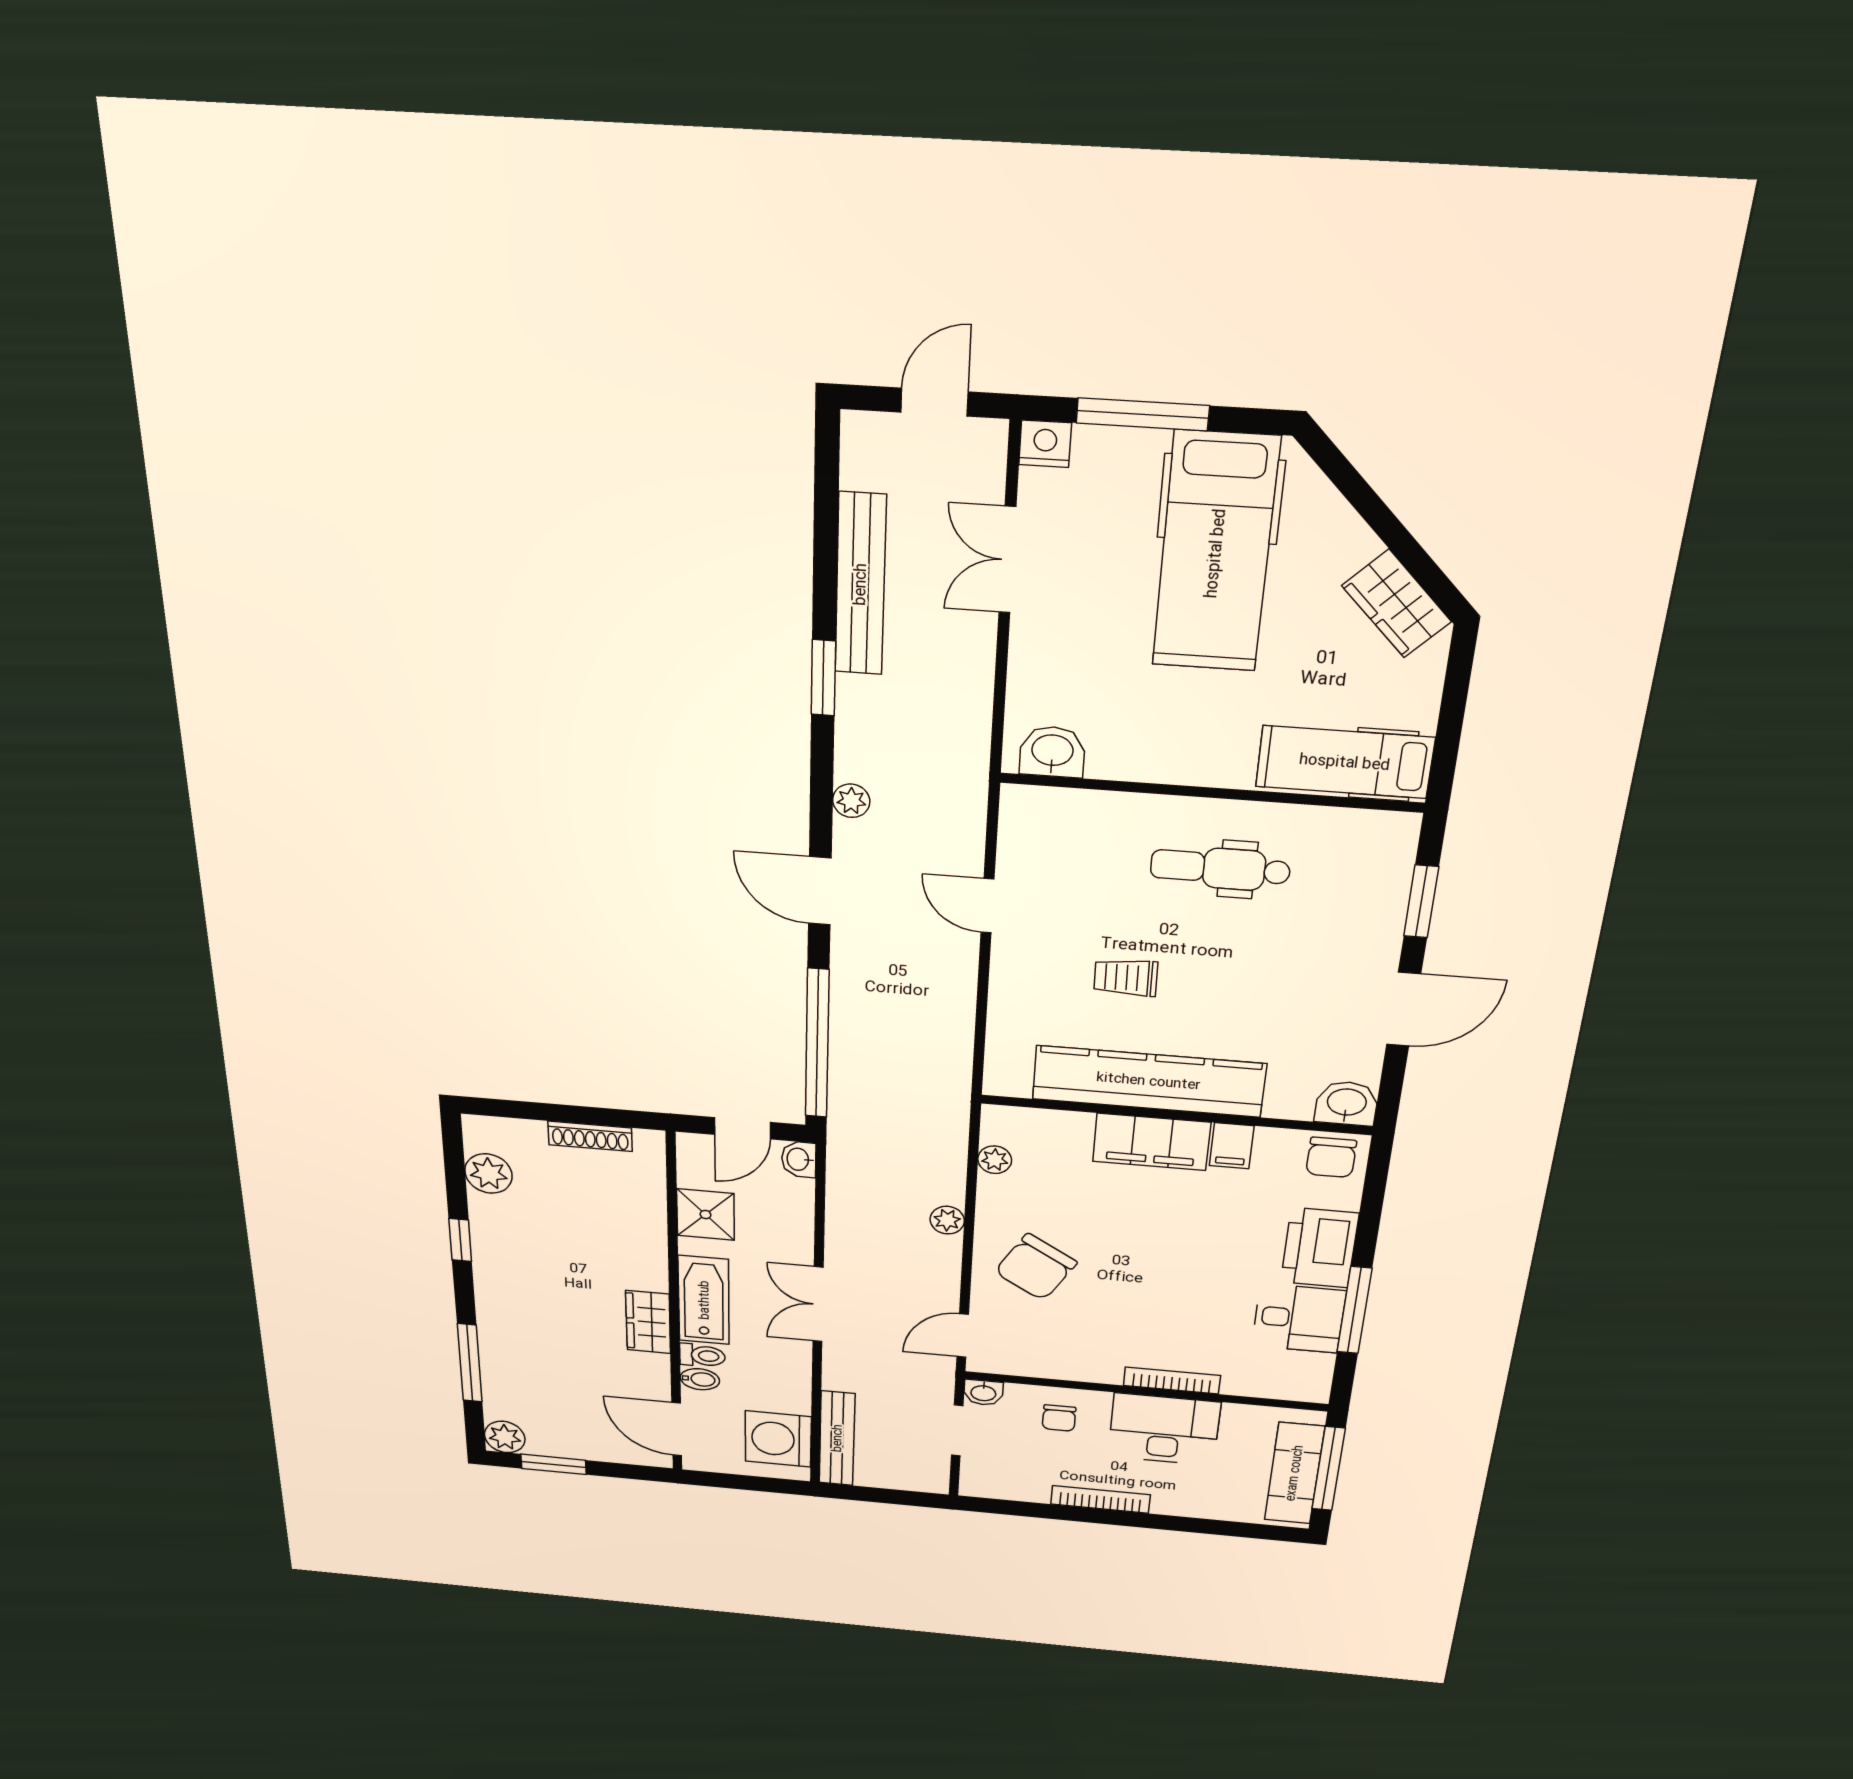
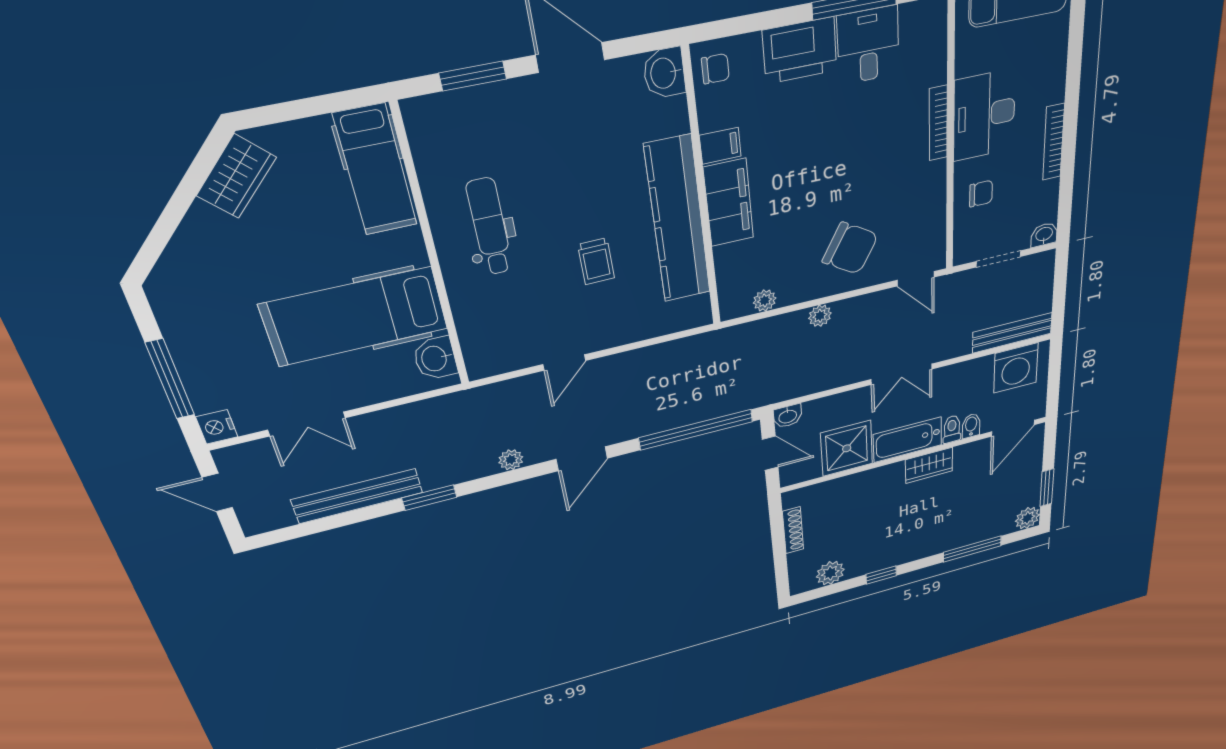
hospital bed: (1215, 553) -> (355, 317), moved, turned 180
dental chair: (1220, 868) -> (490, 227), turned 180
chair: (1331, 1157) -> (715, 69), width x0.73, depth x0.73
shower: (706, 1215) -> (847, 448), width x1.36, depth x1.36
washbasin: (983, 1393) -> (1044, 235), moved, turned -90

